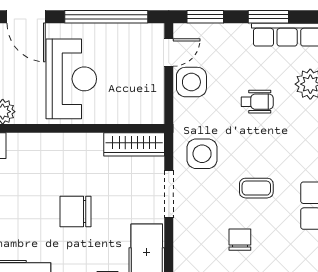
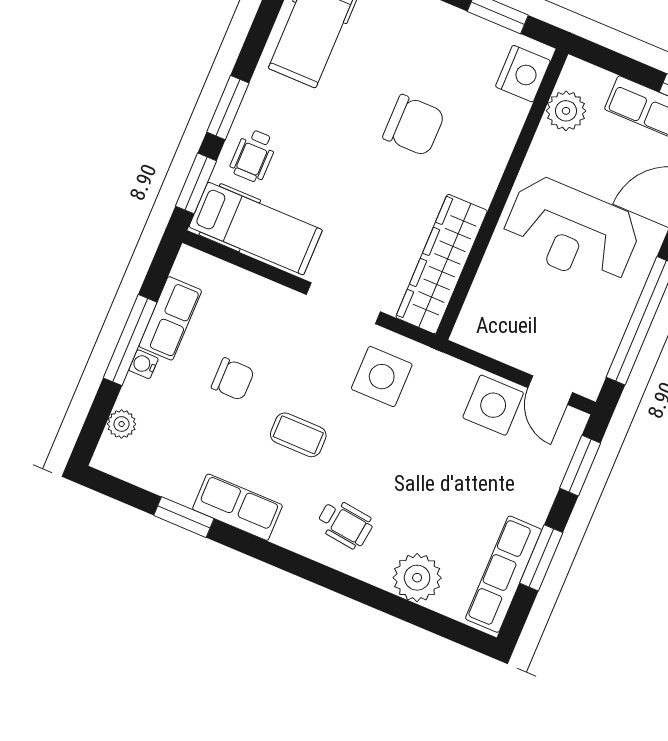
wheelchair: (257, 102) -> (345, 524), moved, turned -83
wardrobe: (134, 144) -> (442, 264), width x1.40, depth x1.17
coffee table: (256, 188) -> (298, 435), turned 90
chair: (75, 212) -> (414, 125), moved, turned 90

